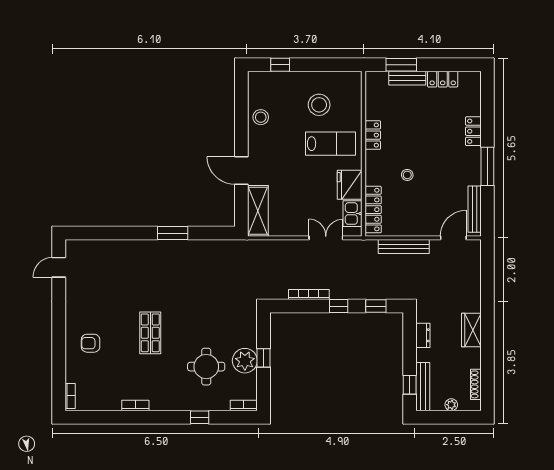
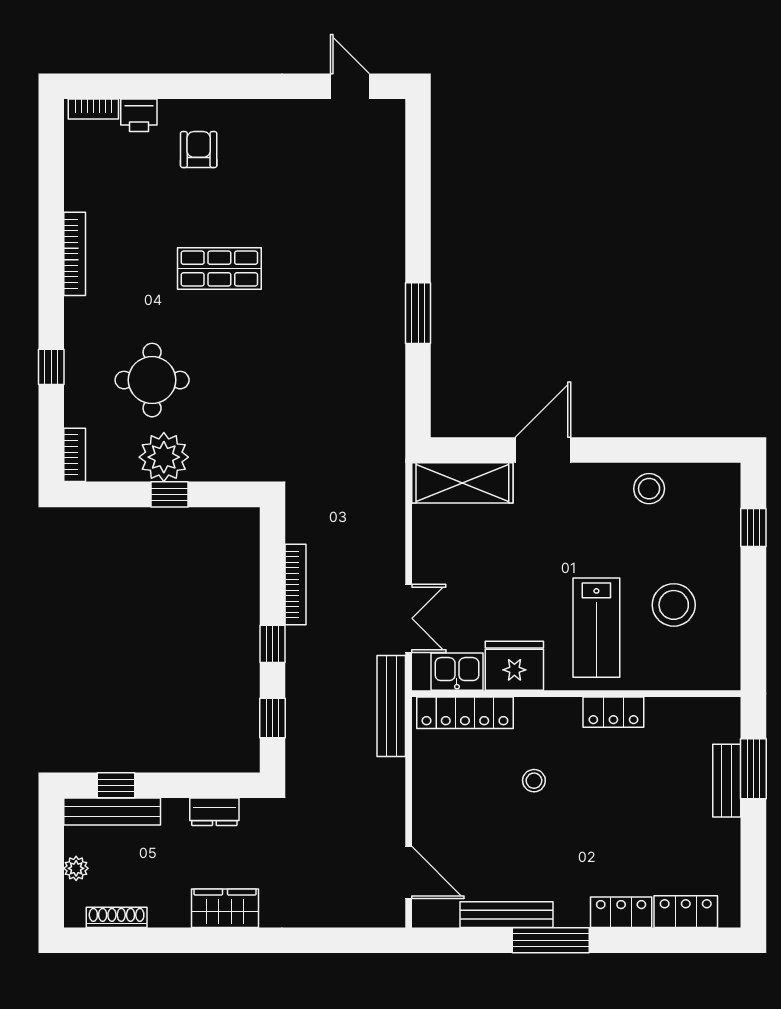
locker: (443, 79) -> (686, 912), moved, turned 90
bench: (475, 209) -> (507, 915), moved
bench: (404, 247) -> (391, 706), moved
printer: (73, 373) -> (139, 115), added
bookcase: (135, 405) -> (75, 254), width x1.56

